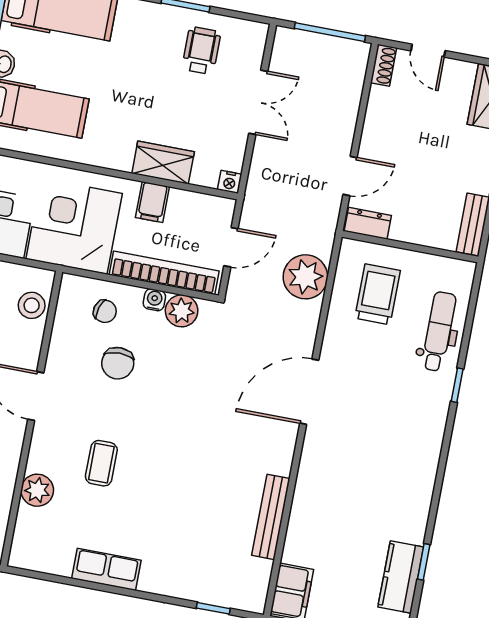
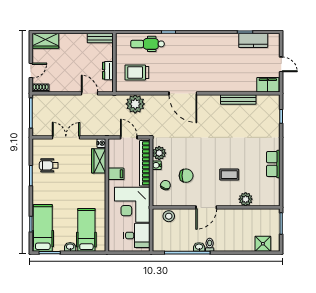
wardrobe: (163, 163) -> (99, 161), moved
dresser: (368, 223) -> (108, 71), moved

